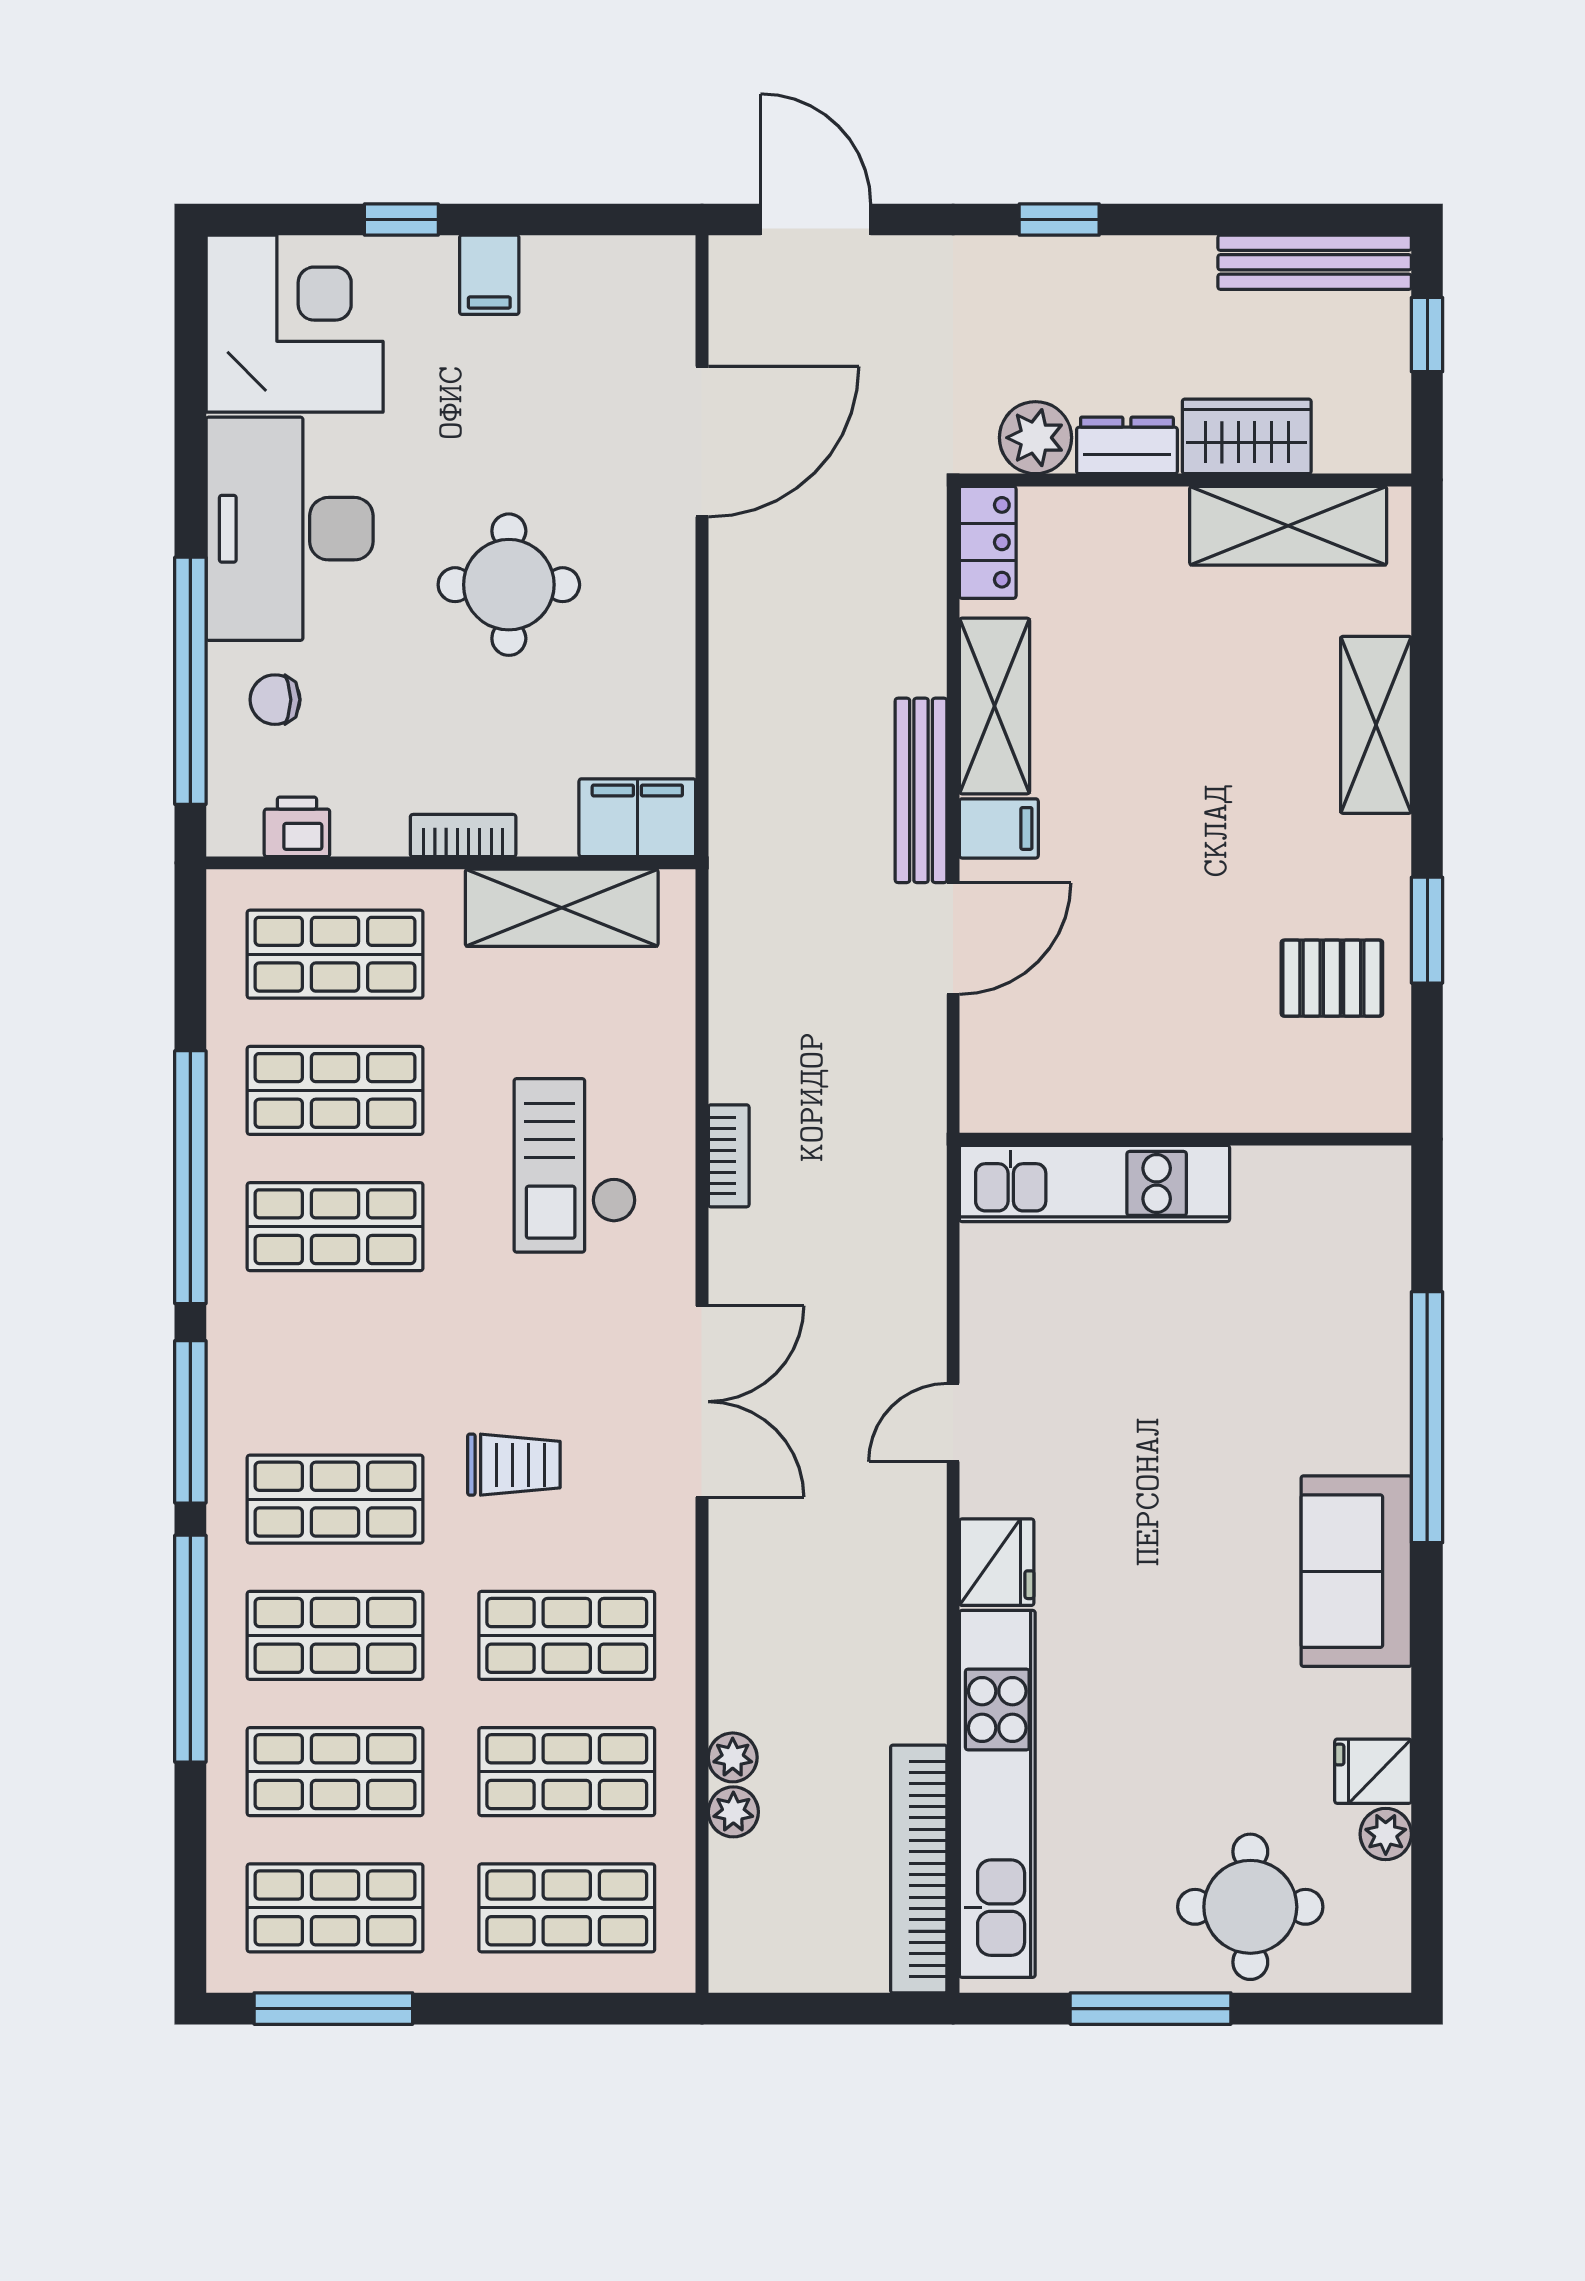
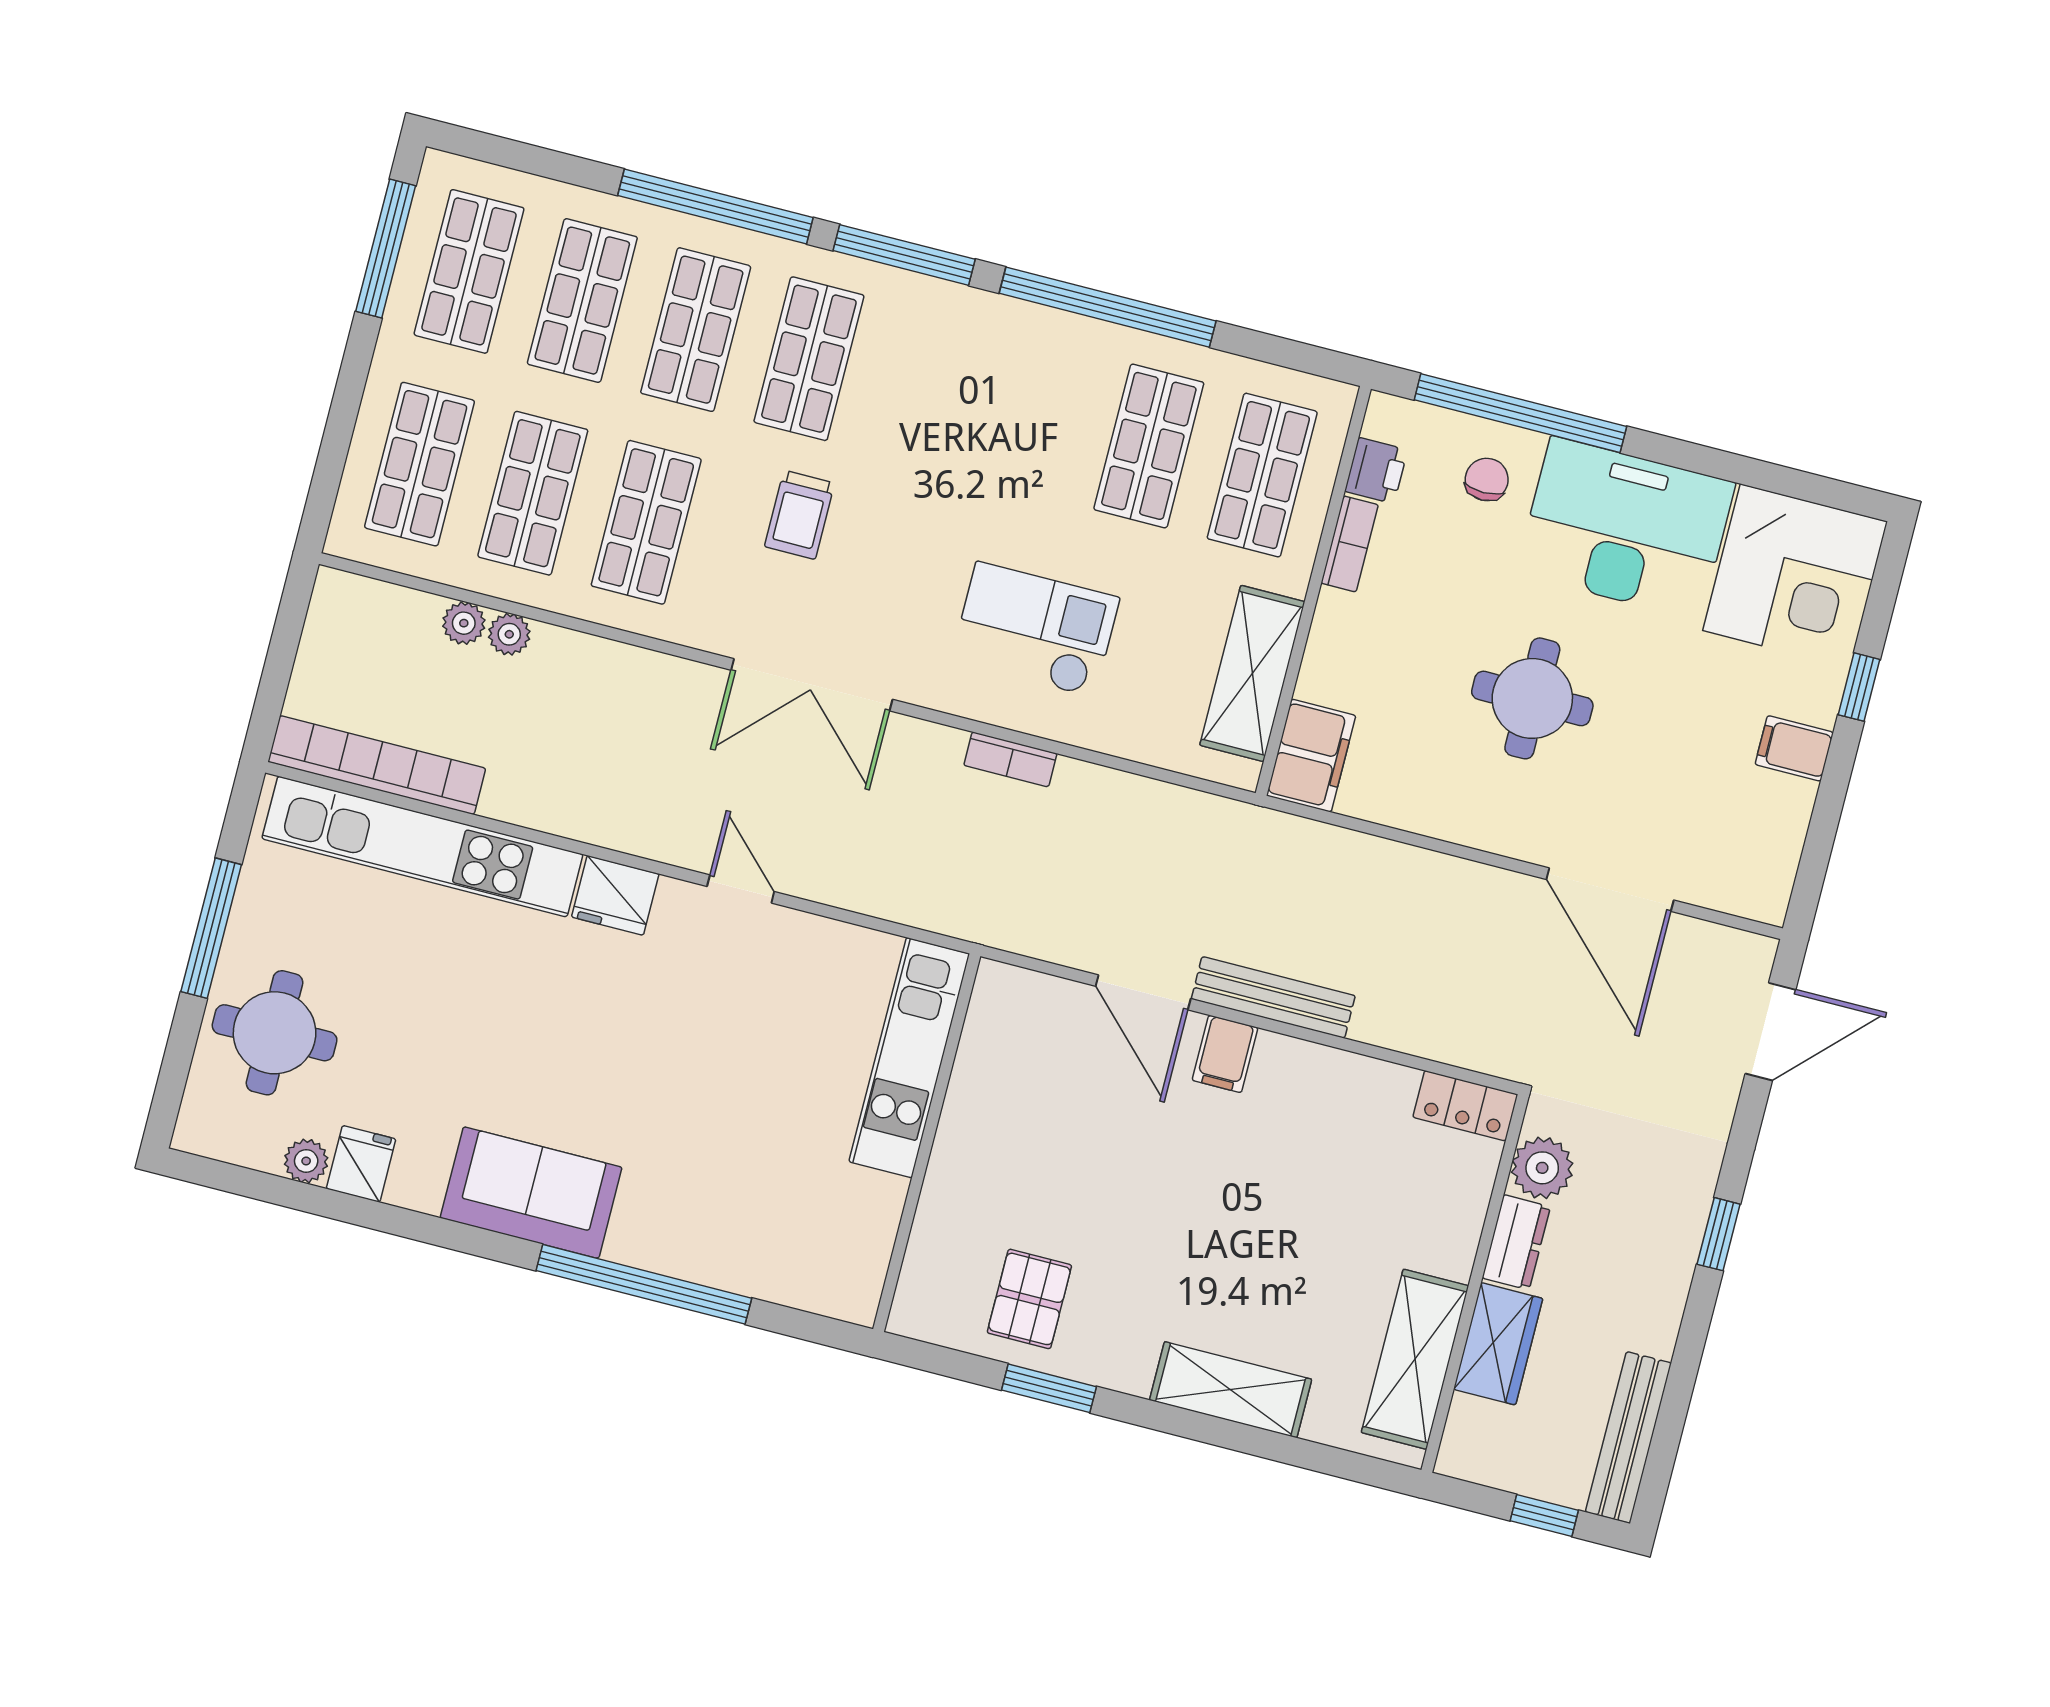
shelving: (994, 706) -> (1328, 1076), removed
bookcase: (463, 836) -> (1350, 544), moved
shop shelf: (335, 1227) -> (1036, 417), removed

